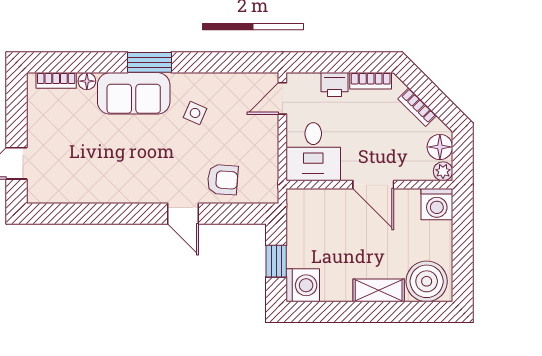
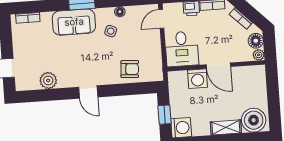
floor lamp: (87, 81) -> (120, 12), moved
plant: (83, 189) -> (48, 80), added
washing machine: (437, 204) -> (198, 79), moved
door: (183, 214) -> (88, 92), moved

